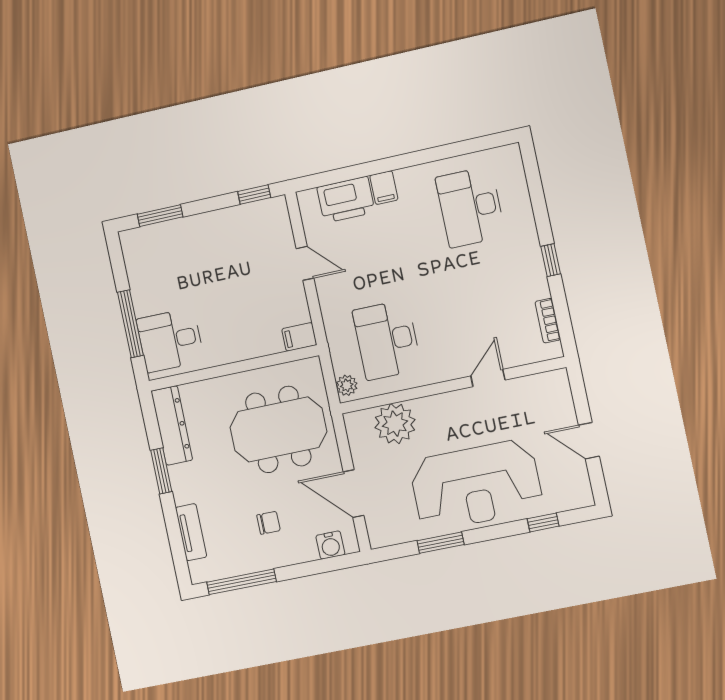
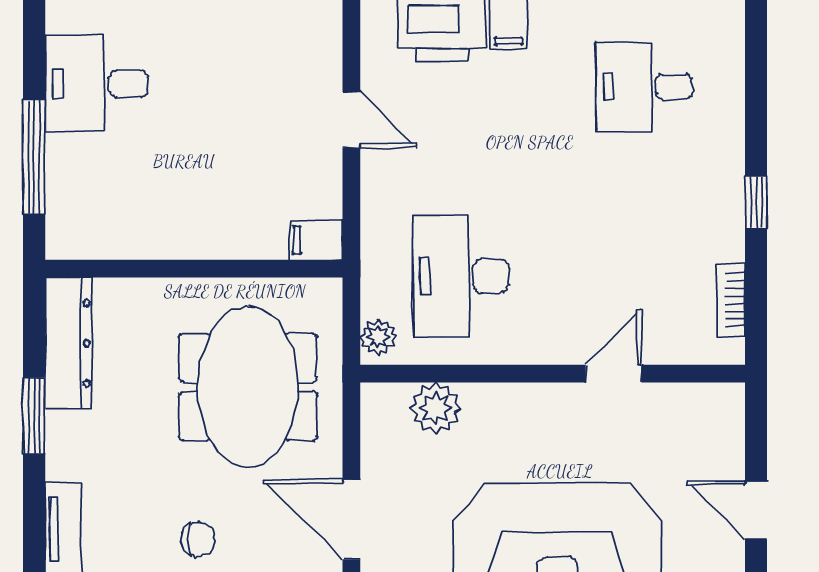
desk: (471, 207) -> (644, 86), width x0.73
desk: (170, 340) -> (96, 84), moved
plant: (395, 424) -> (435, 408), width x0.73, depth x0.73
meeting table: (278, 429) -> (248, 387), turned 90

